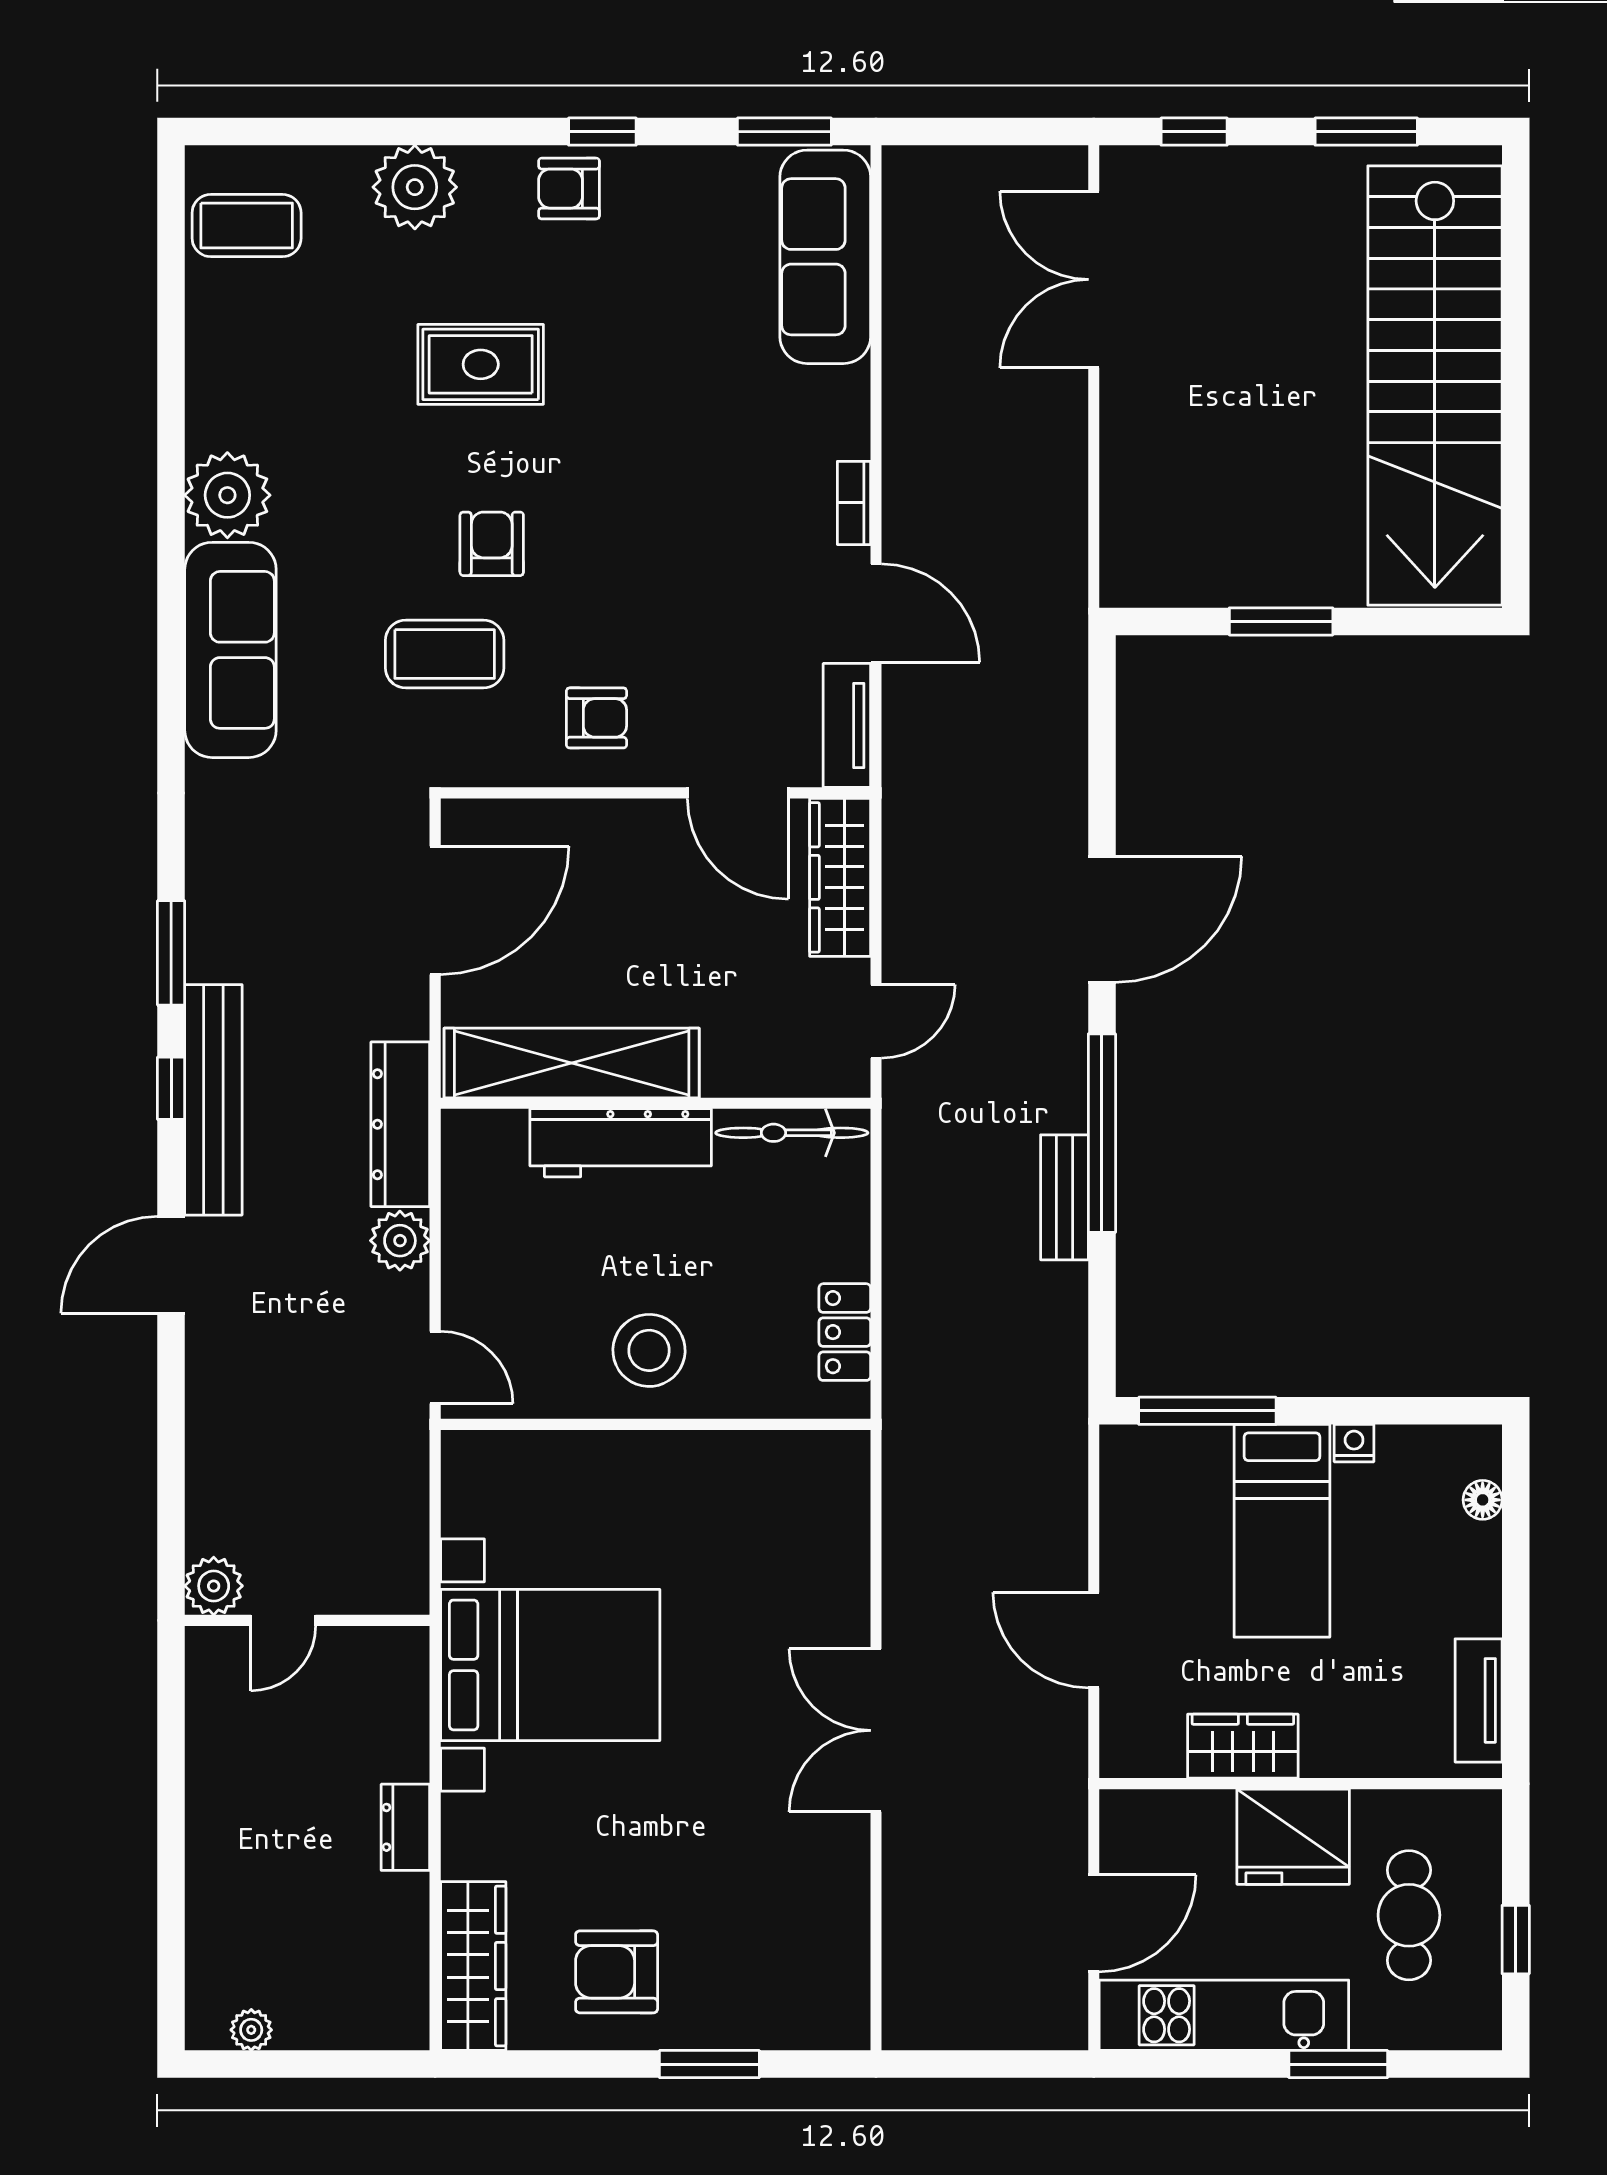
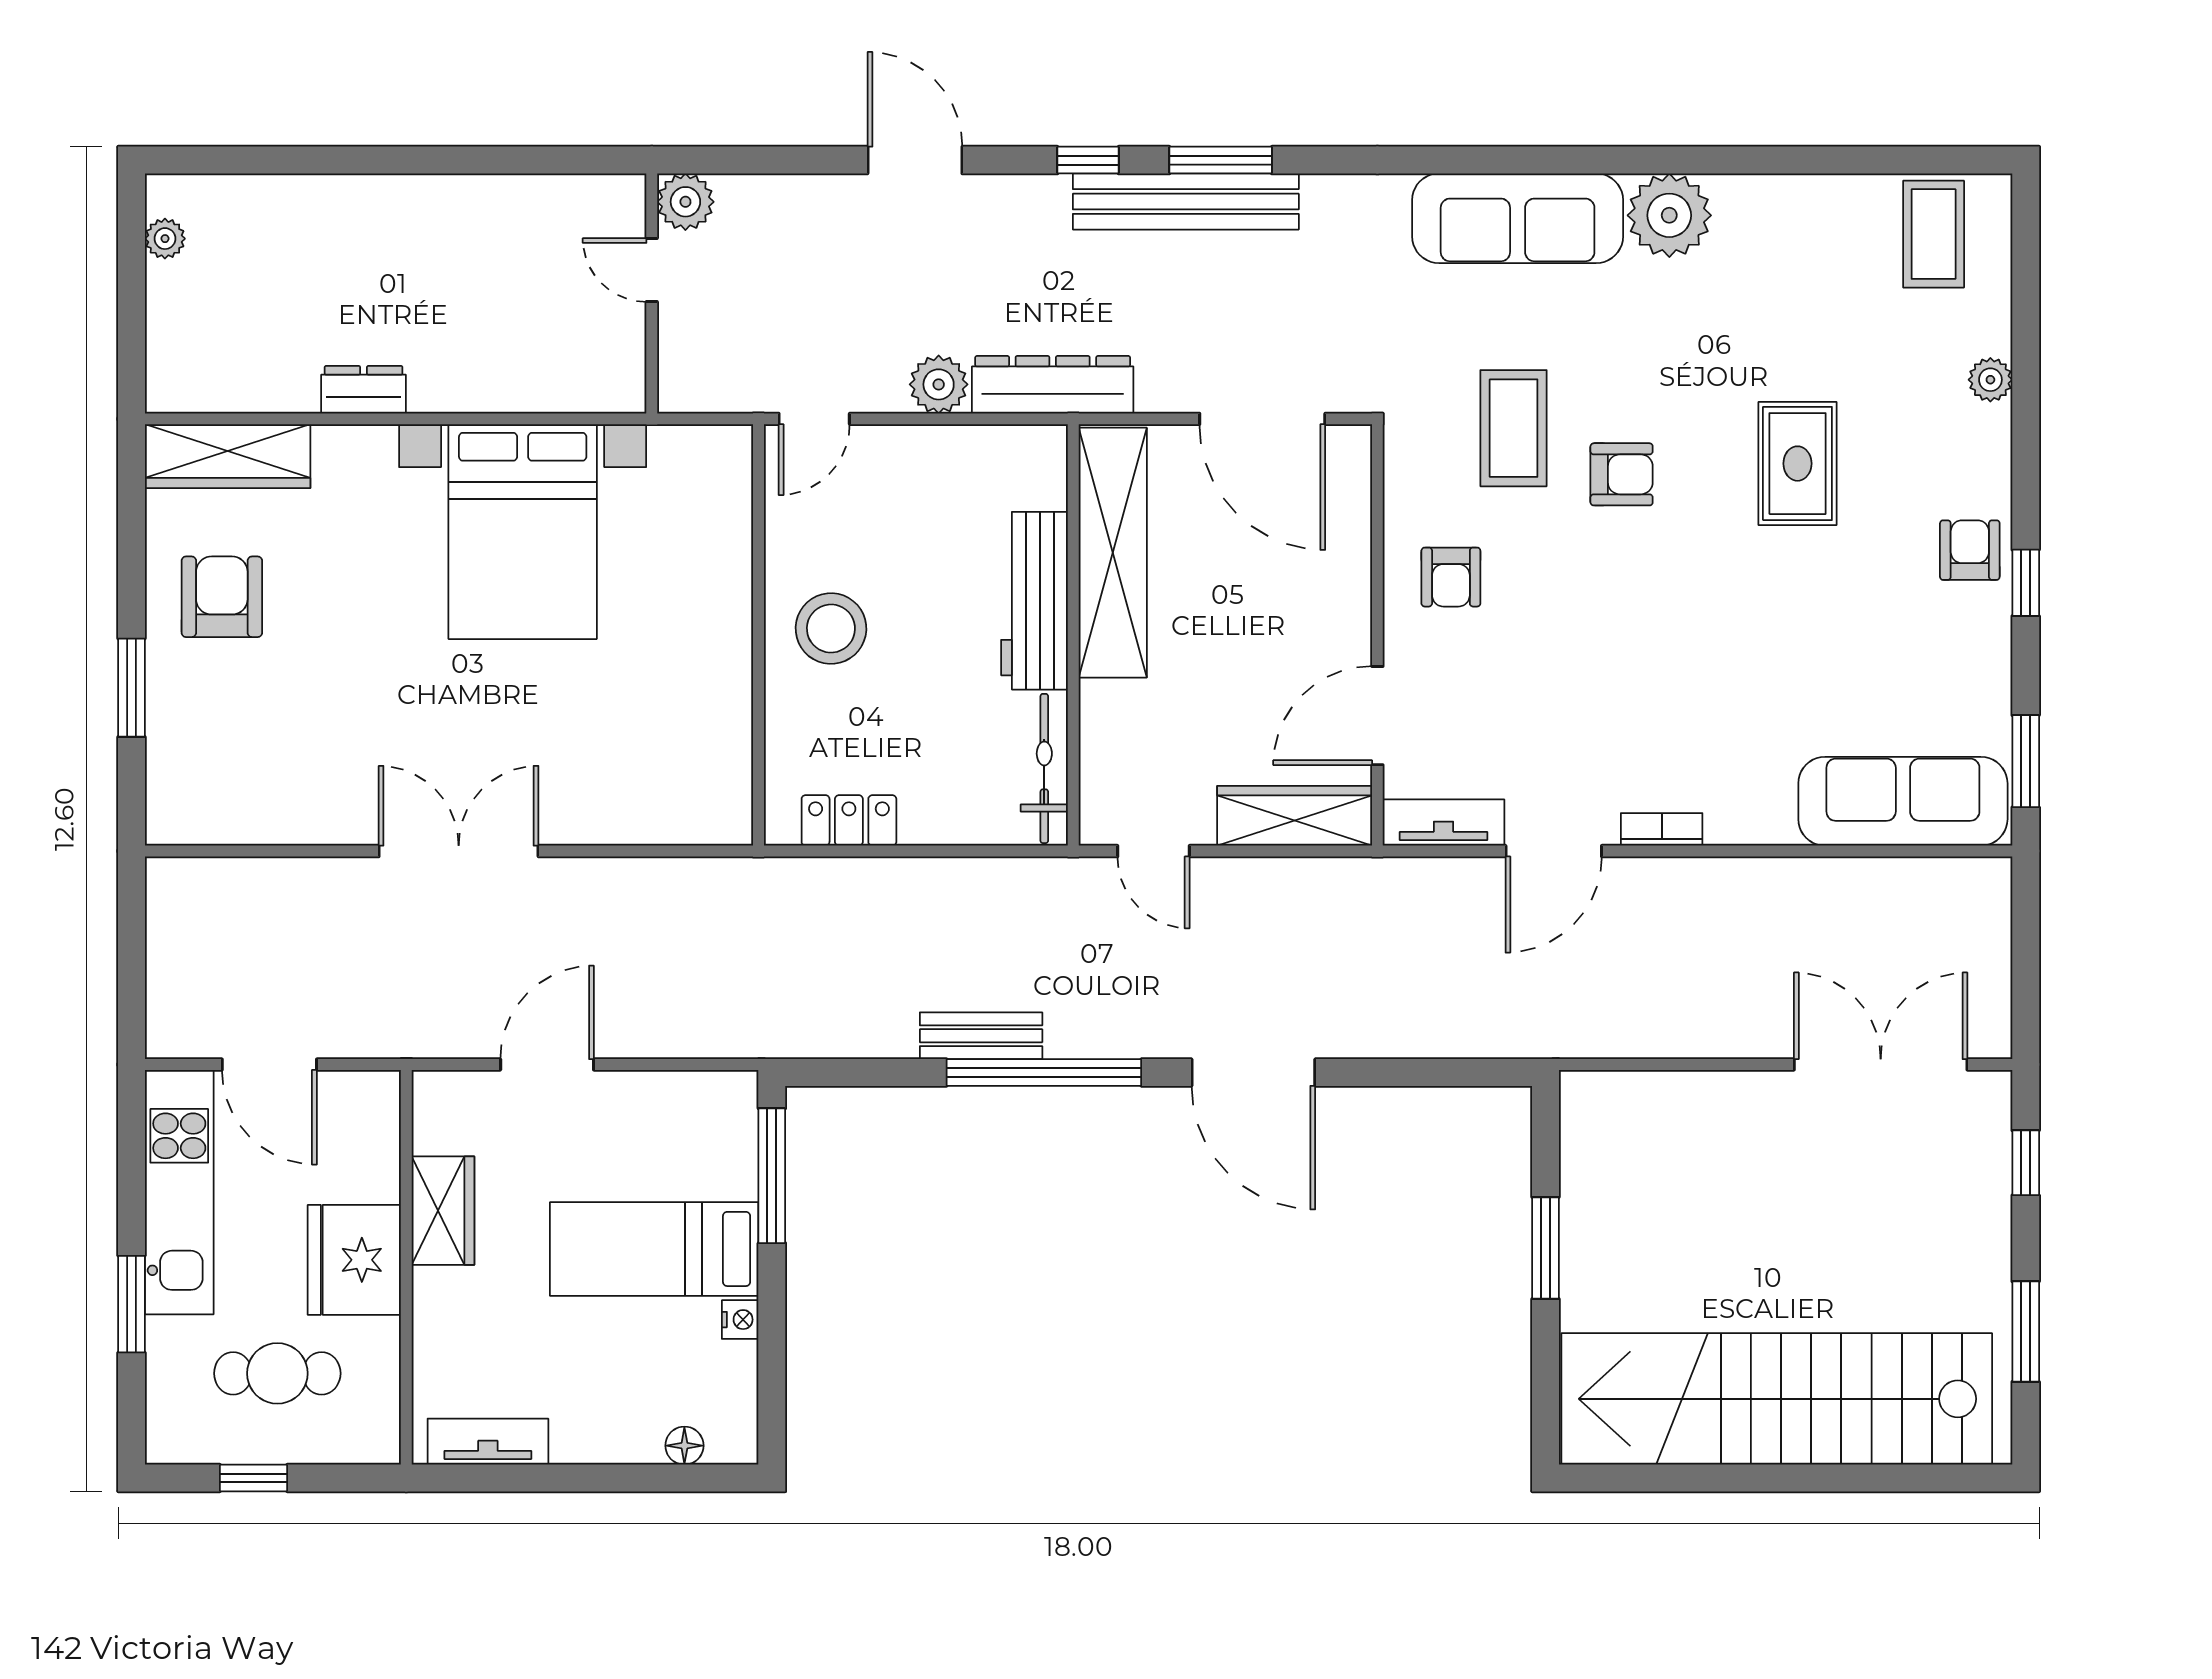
plant: (415, 187) -> (1990, 380), width x0.53, depth x0.53
bench: (213, 1100) -> (1186, 202), moved
plant: (214, 1586) -> (685, 202), moved
door: (283, 1620) -> (652, 270), moved
wall: (307, 1620) -> (652, 293), moved

